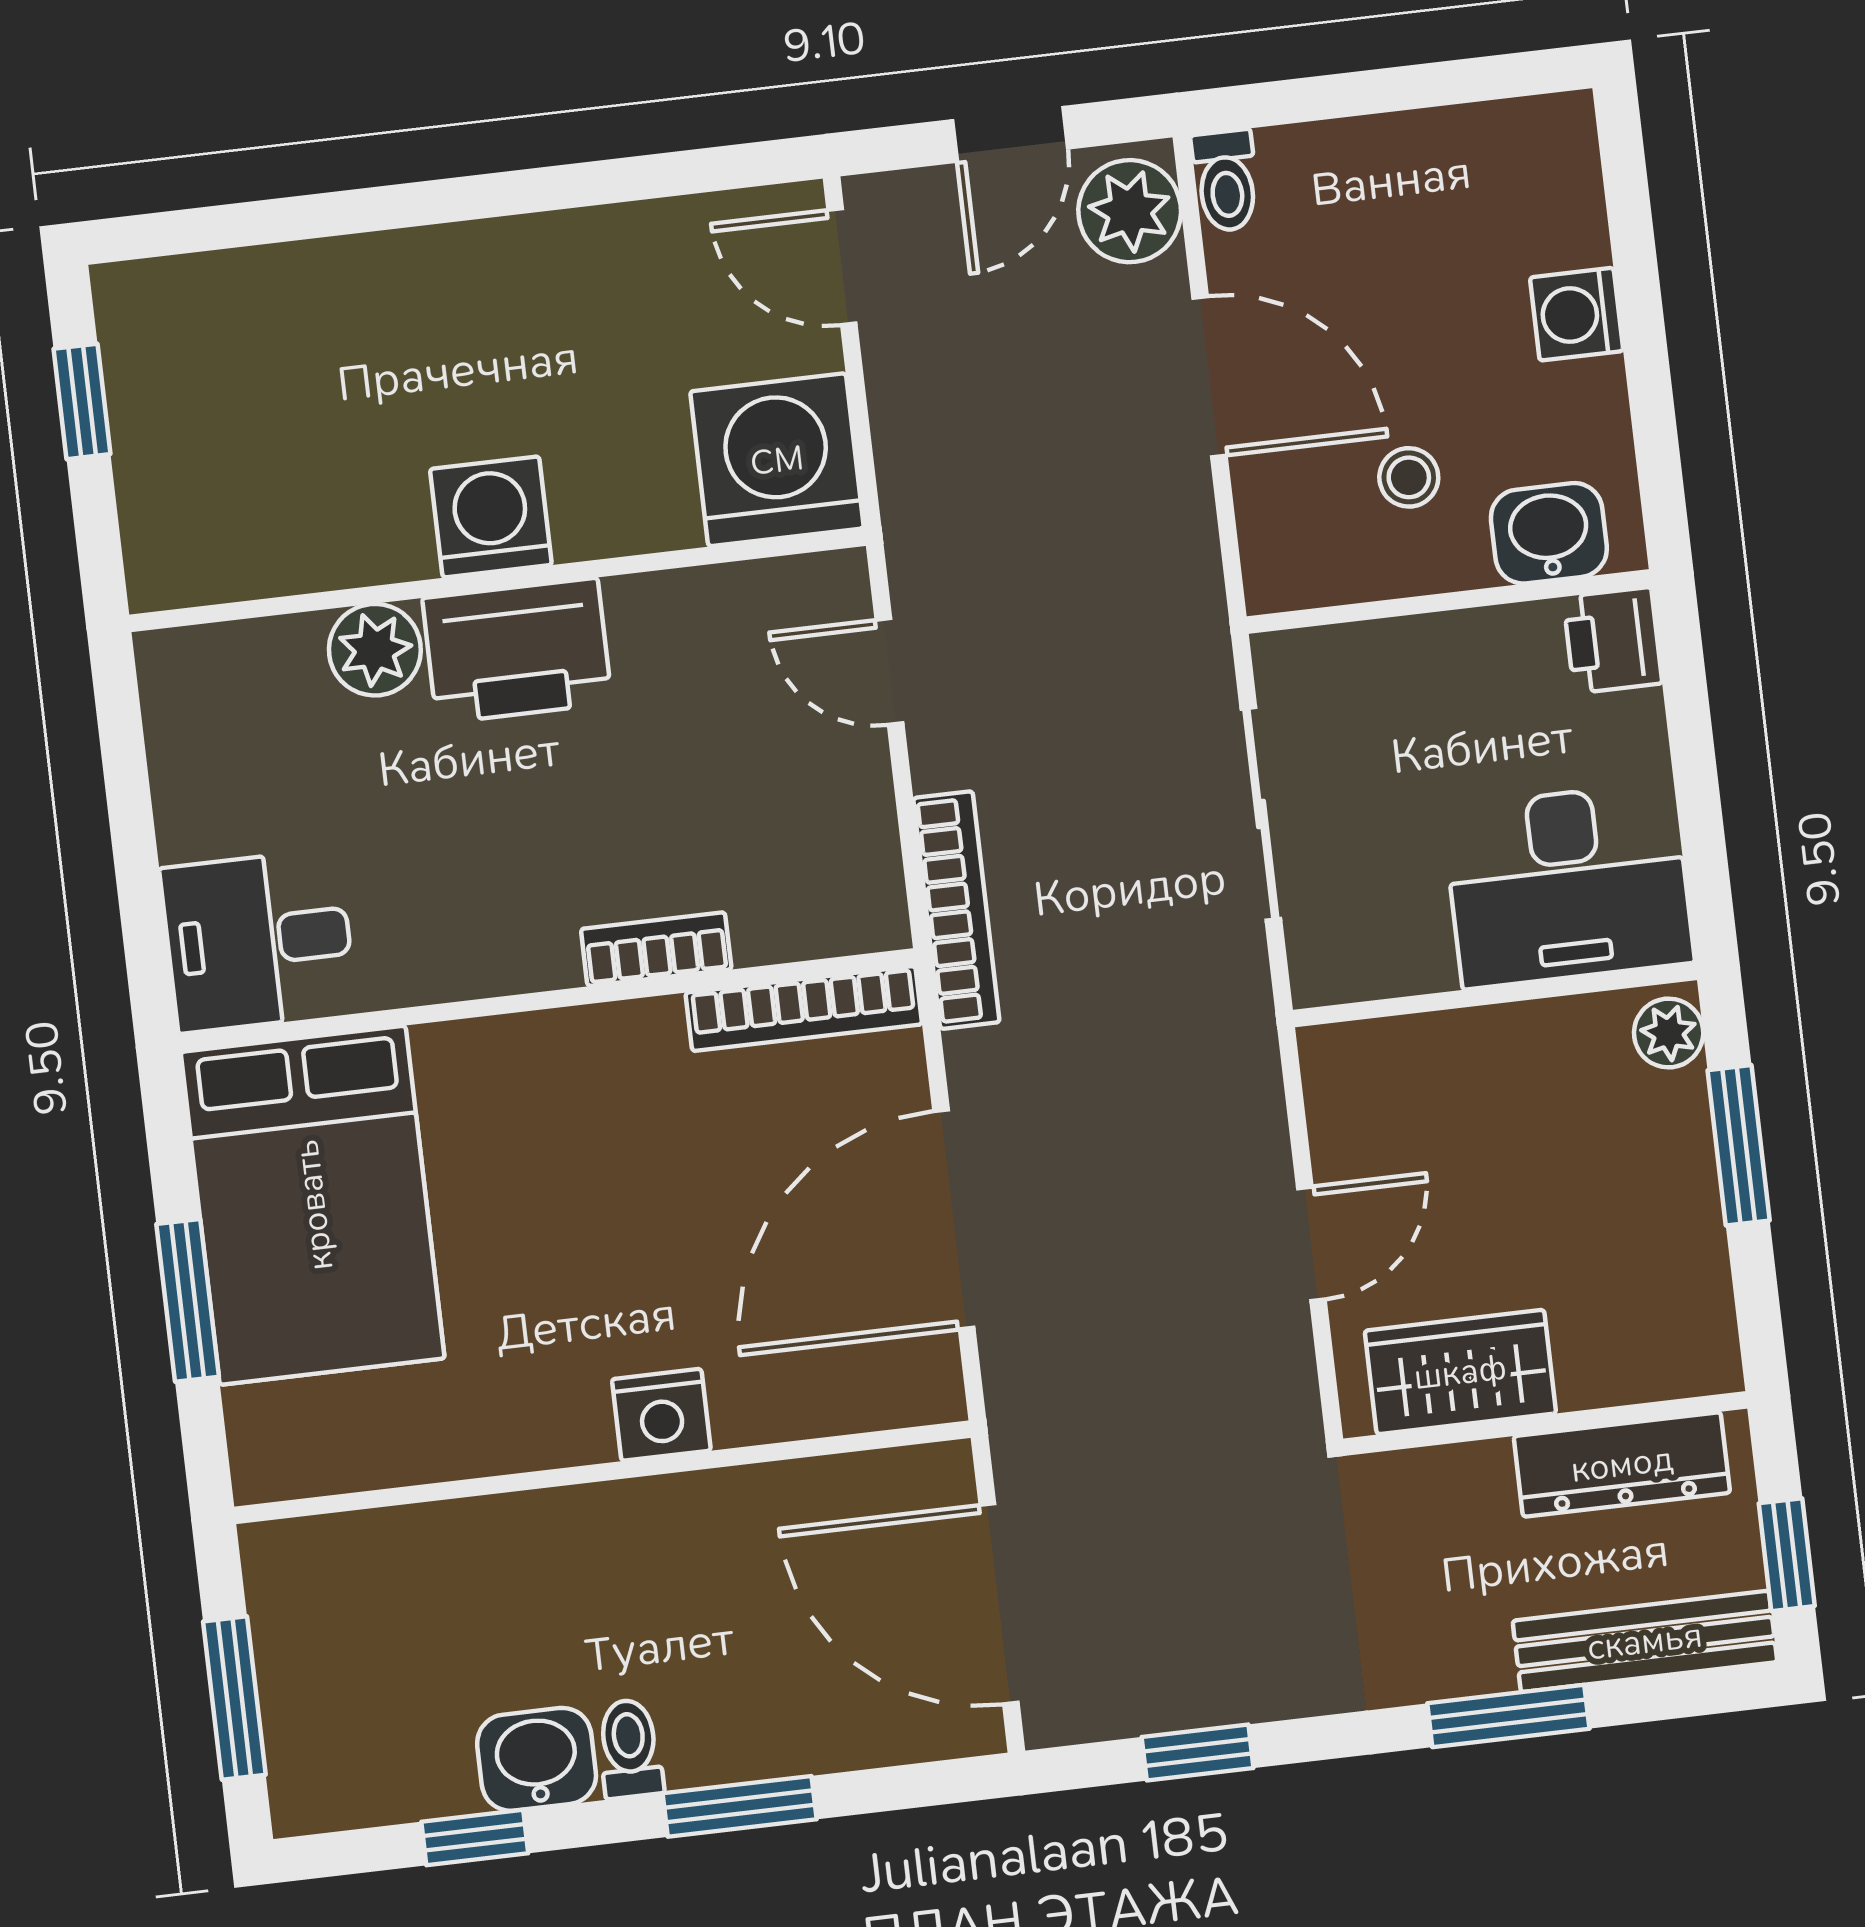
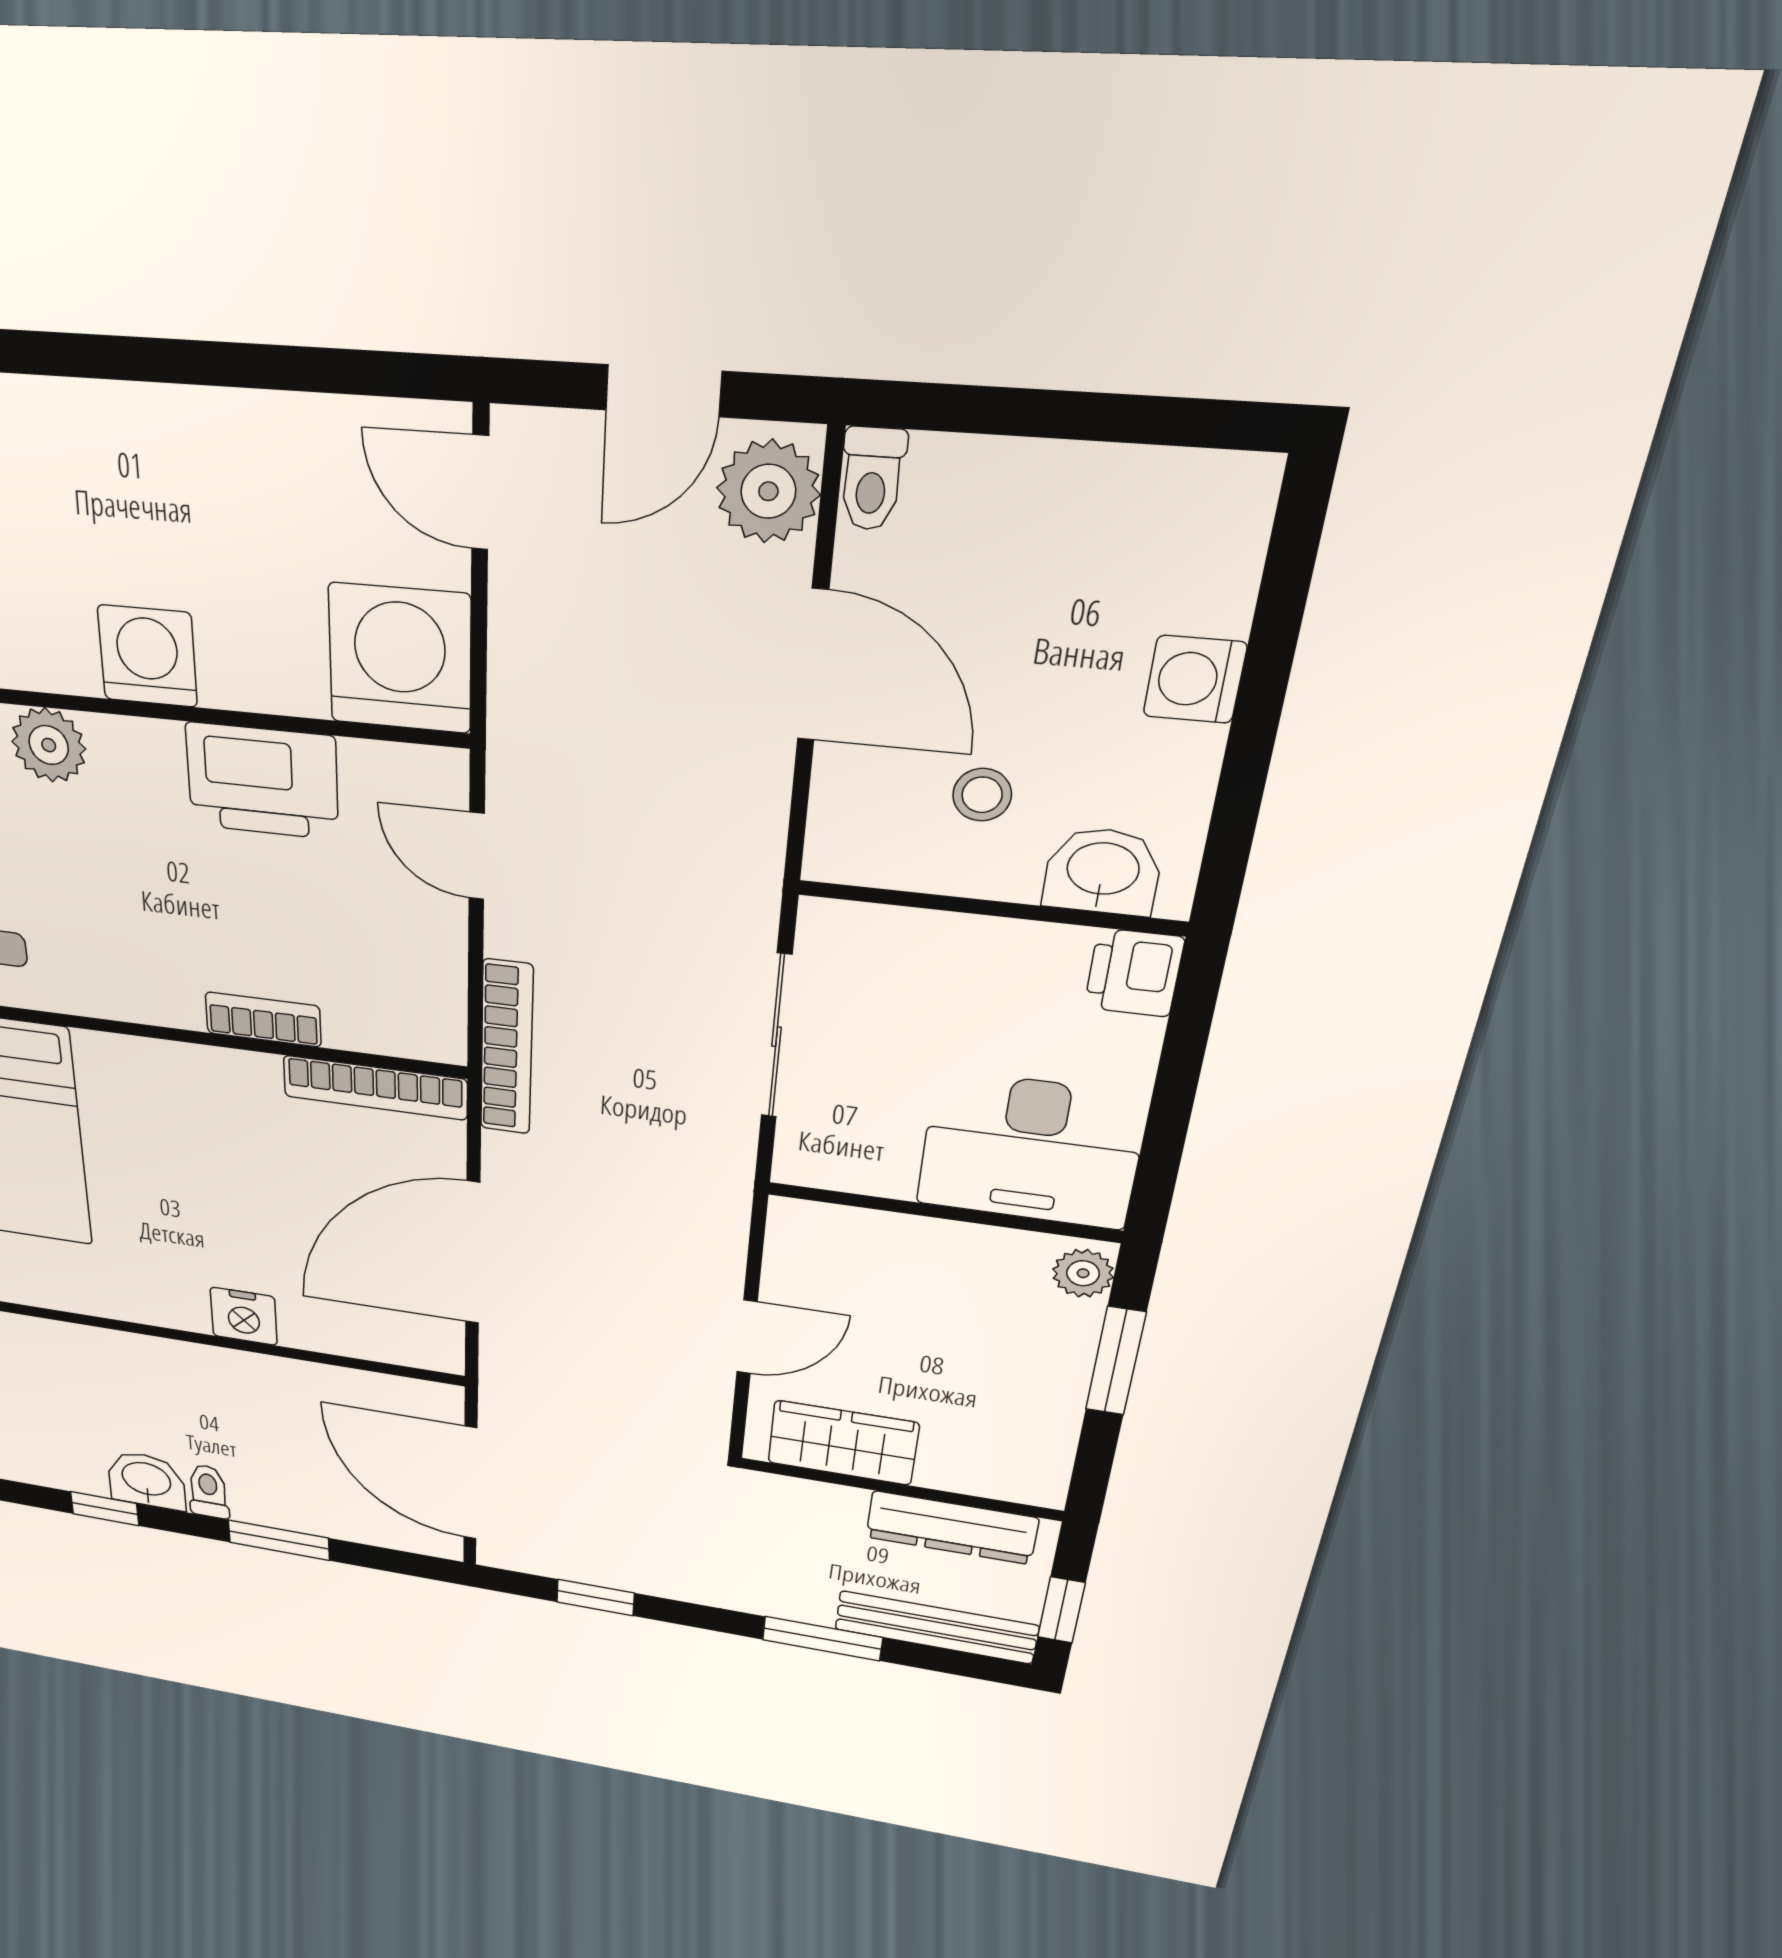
printer: (517, 651) -> (262, 781), moved

